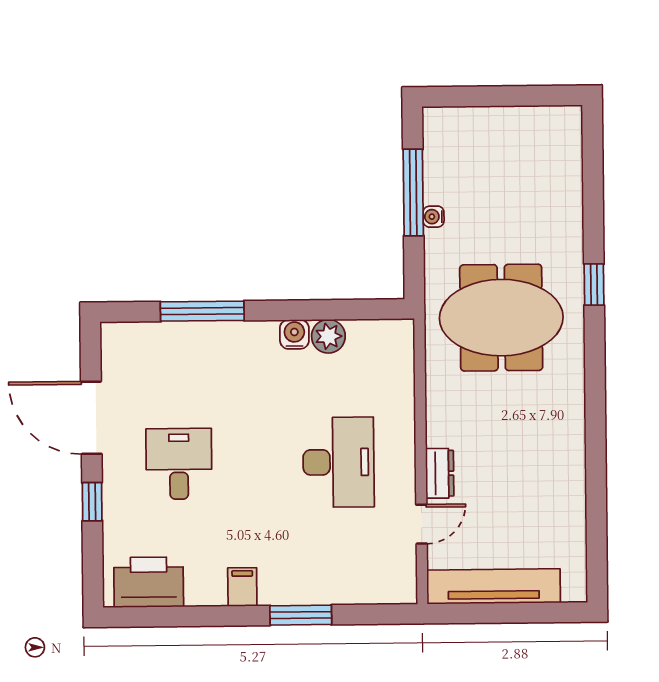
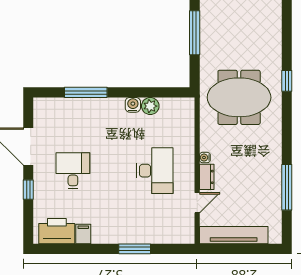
water cooler: (434, 217) -> (205, 158), moved
window: (596, 492) -> (287, 187), added
filing cabinet: (242, 587) -> (83, 234), moved

